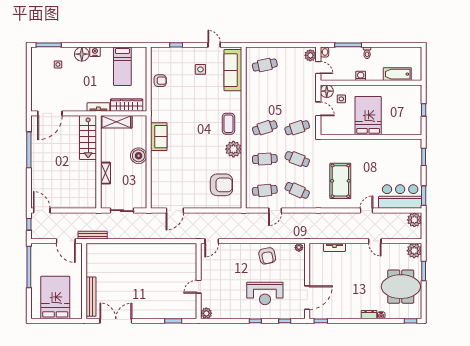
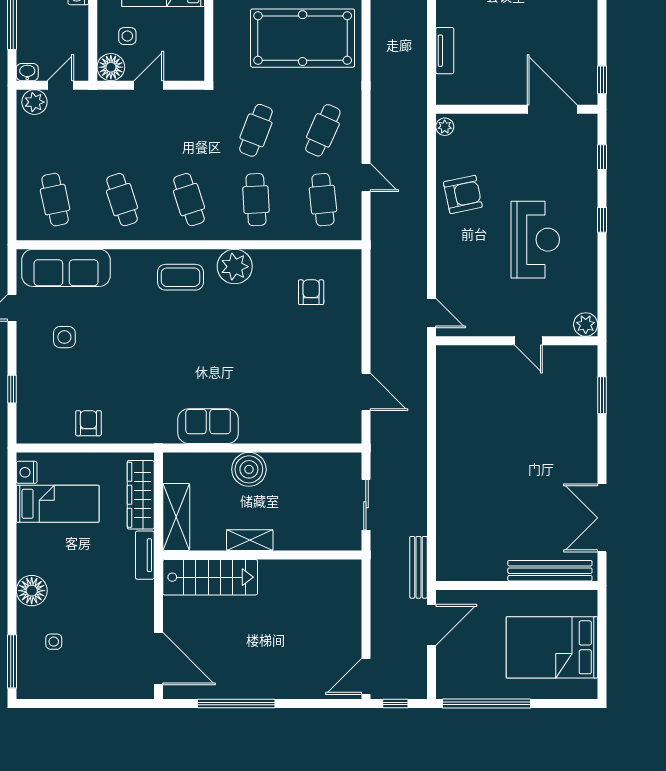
nightstand: (95, 52) -> (27, 472), moved
cafe table: (297, 128) -> (122, 200), moved
shelving: (105, 173) -> (250, 540), moved
pool table: (340, 181) -> (303, 38), width x1.36, depth x1.32
armchair: (221, 185) -> (311, 292), width x0.53, depth x0.53
reception desk: (265, 293) -> (535, 240), moved

